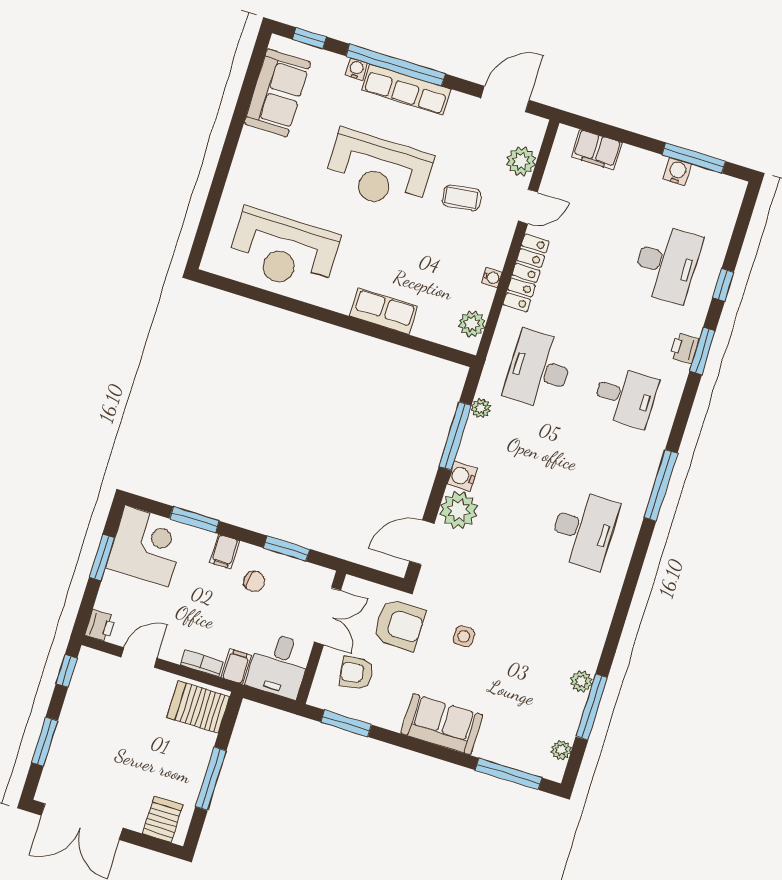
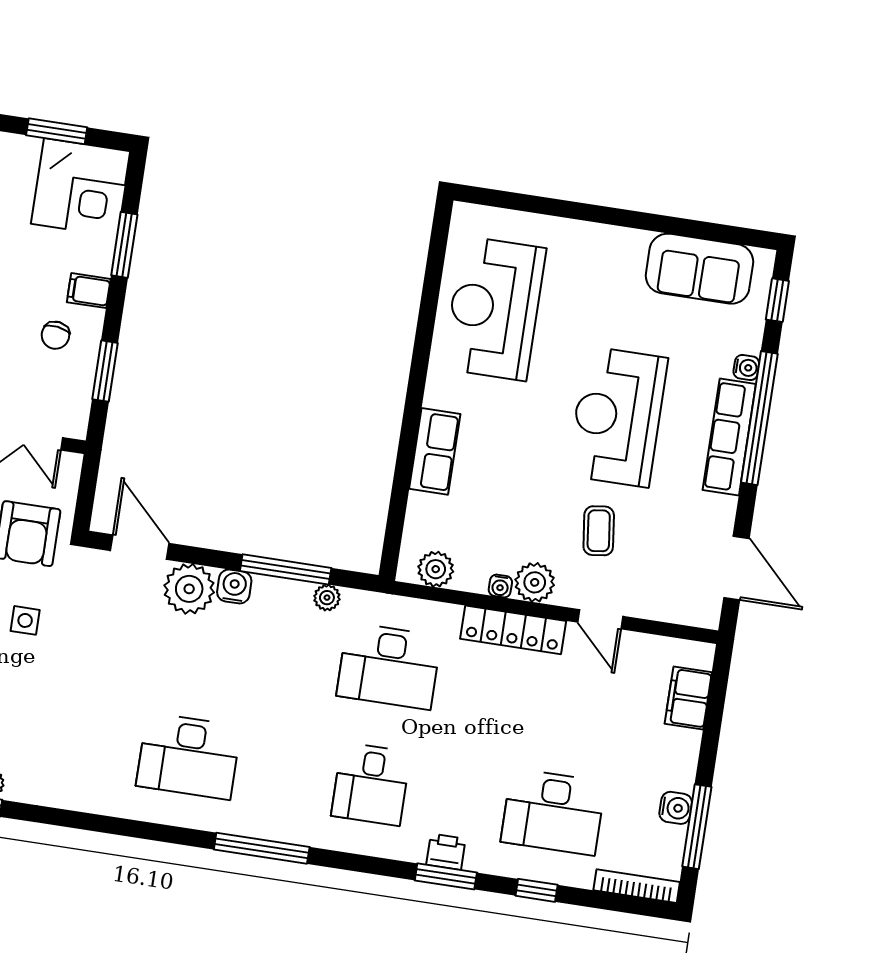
plant: (521, 161) -> (535, 582), moved
bookcase: (731, 210) -> (637, 886), added
desk: (539, 370) -> (389, 666), turned 180

